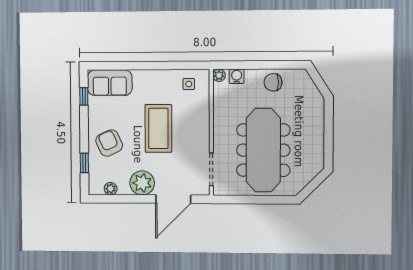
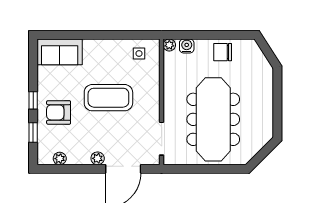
window: (84, 96) -> (33, 100), moved
coffee table: (158, 128) -> (108, 98), turned 90
armchair: (109, 143) -> (59, 112), turned -65
plant: (142, 183) -> (98, 158), width x0.53, depth x0.53

